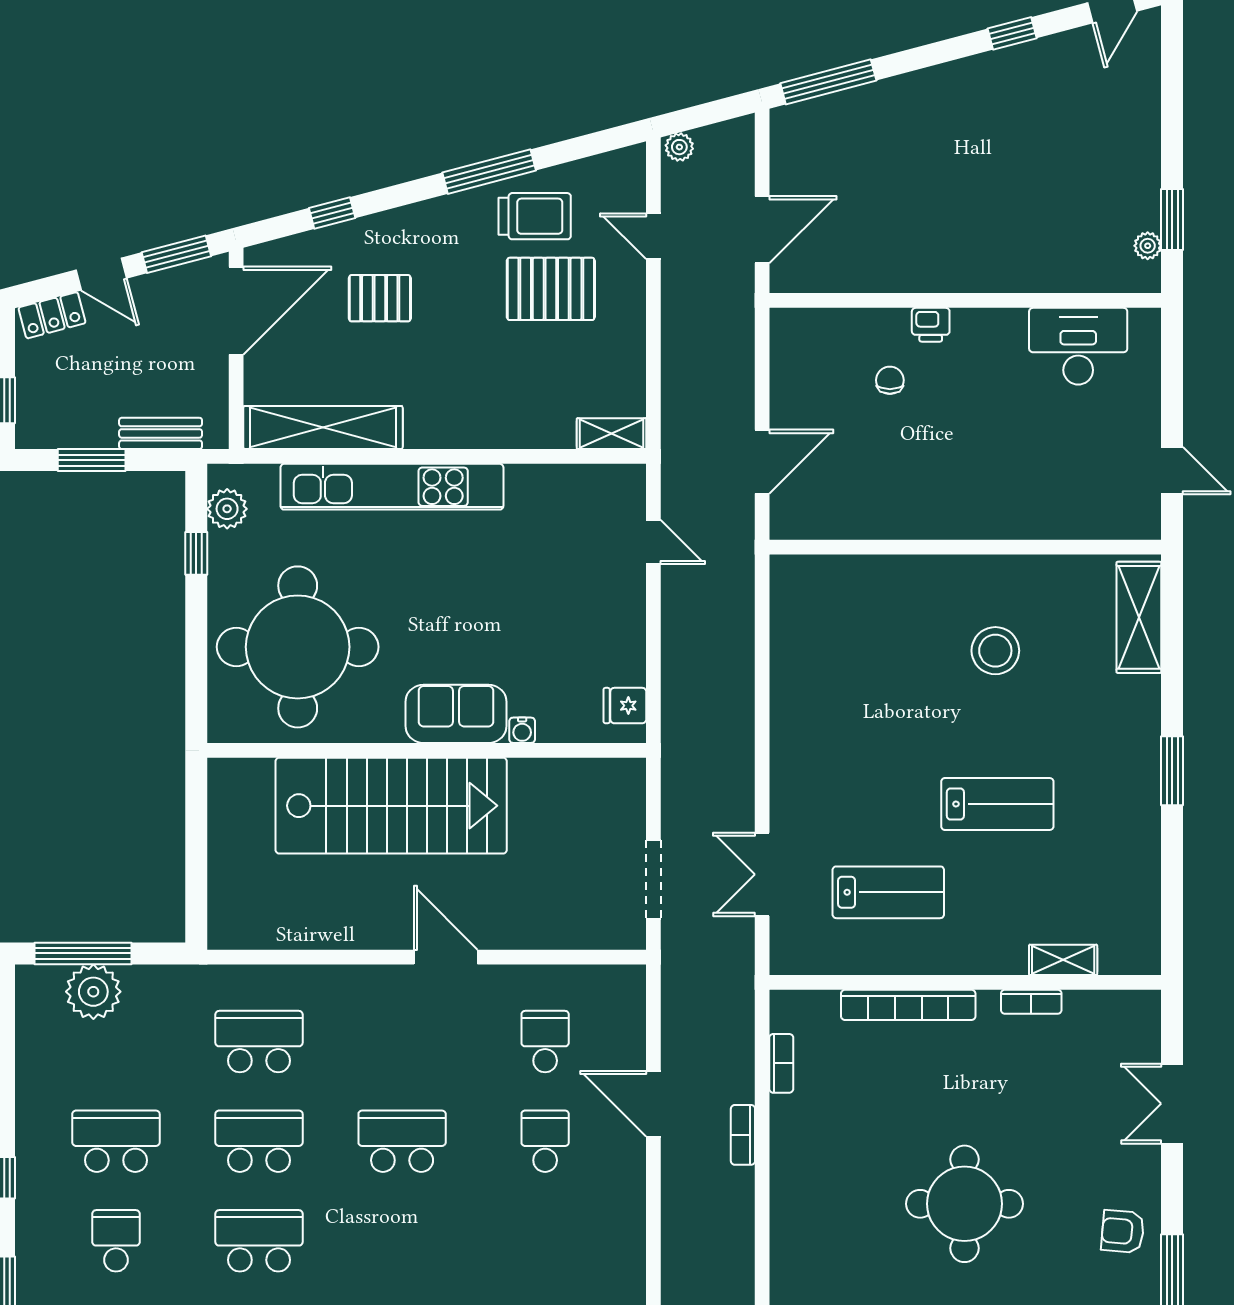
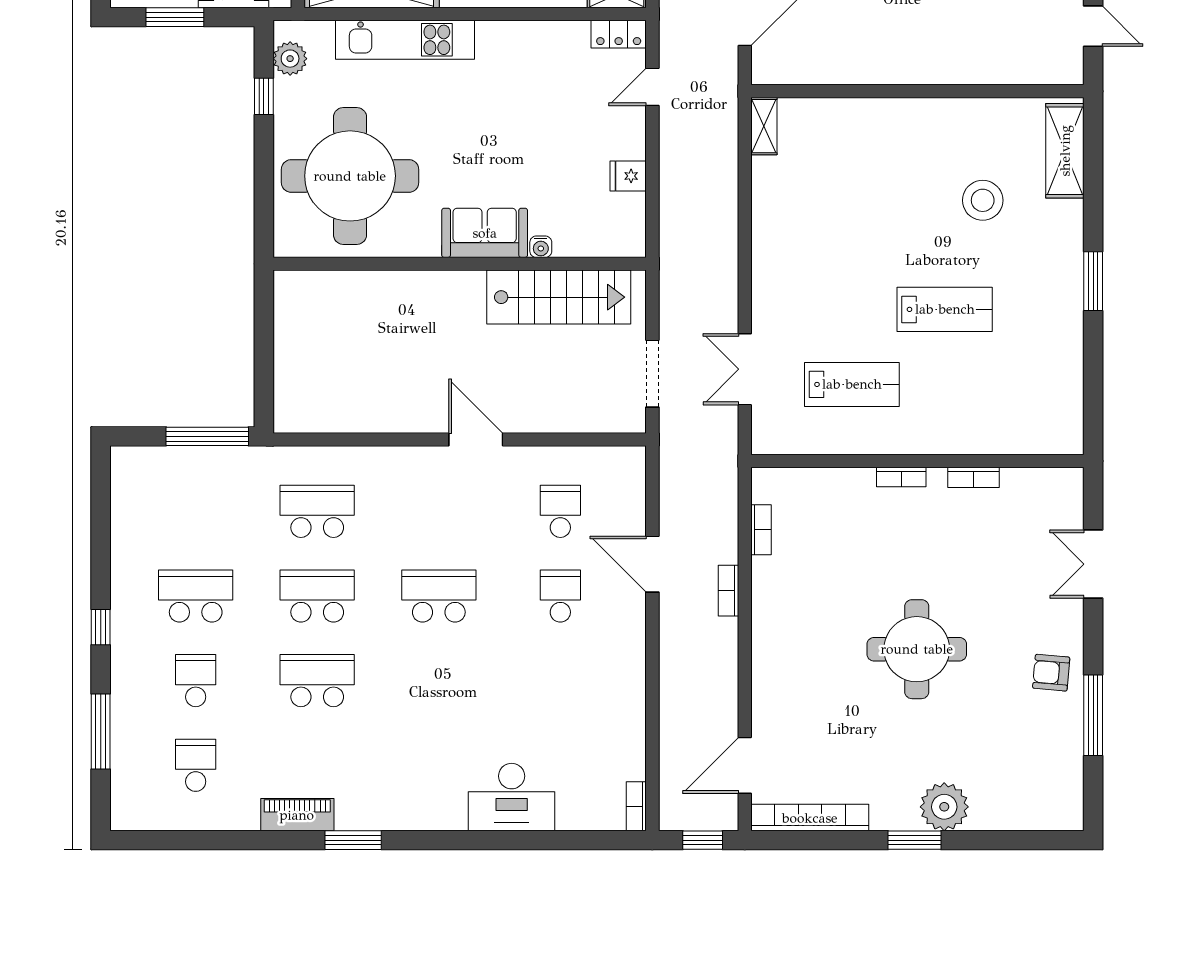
locker: (614, 480) -> (619, 34), added
kitchen unit: (392, 487) -> (405, 40), width x0.73
door: (653, 542) -> (652, 87), swing flipped
stool: (995, 651) -> (983, 200), moved
fridge: (625, 706) -> (628, 176), moved
stairs: (391, 806) -> (559, 297), moved, width x0.73, depth x0.66
window: (83, 953) -> (207, 436), moved
shelving: (1063, 960) -> (764, 126), moved, turned 90
plant: (93, 992) -> (176, 469), removed
bookcase: (908, 1005) -> (901, 477), width x0.43, depth x0.76

